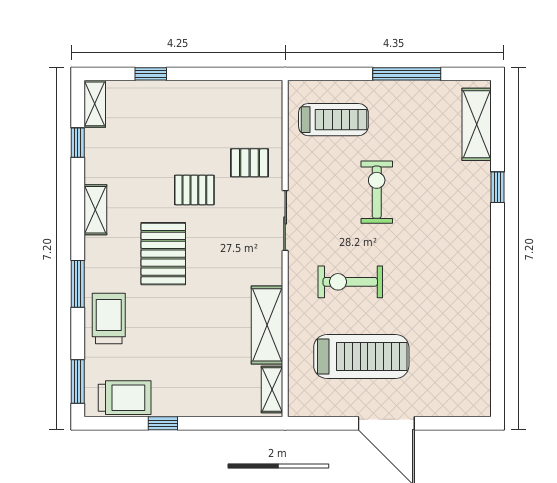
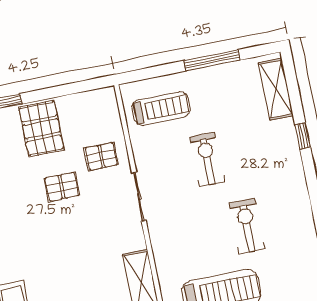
pallet: (163, 254) -> (41, 129), moved
exercise bike: (350, 282) -> (247, 226), moved, turned 90

